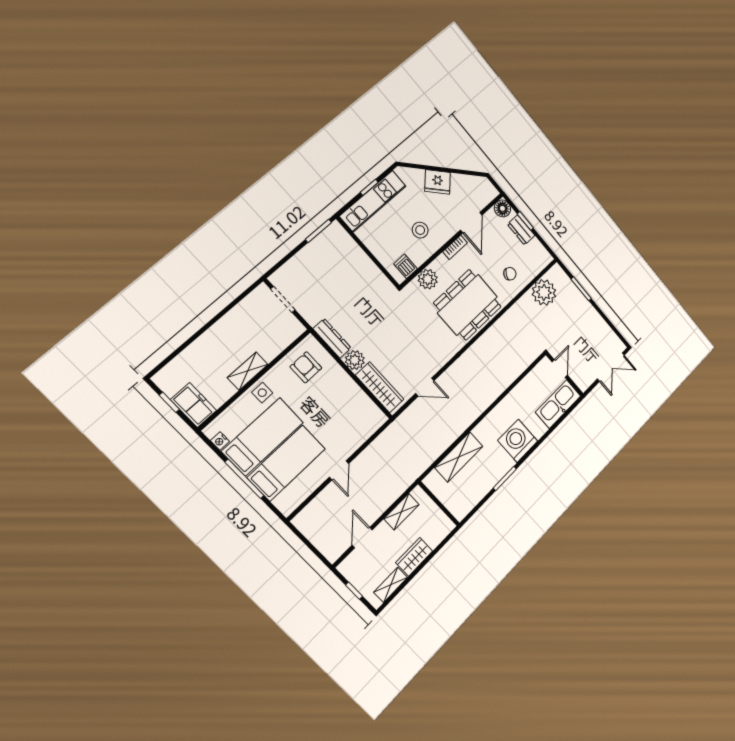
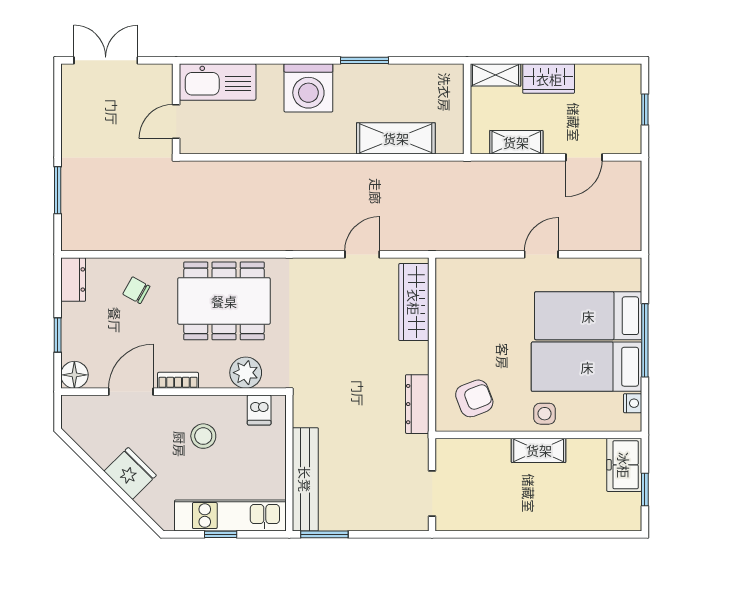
dresser: (521, 230) -> (73, 279), moved
bench: (353, 251) -> (305, 479), added
plant: (544, 292) -> (112, 230), removed
plant: (355, 360) -> (414, 358), removed
armchair: (306, 367) -> (474, 398), turned -111
door: (425, 387) -> (362, 254), hinge flipped
shelving: (391, 585) -> (495, 75), moved

